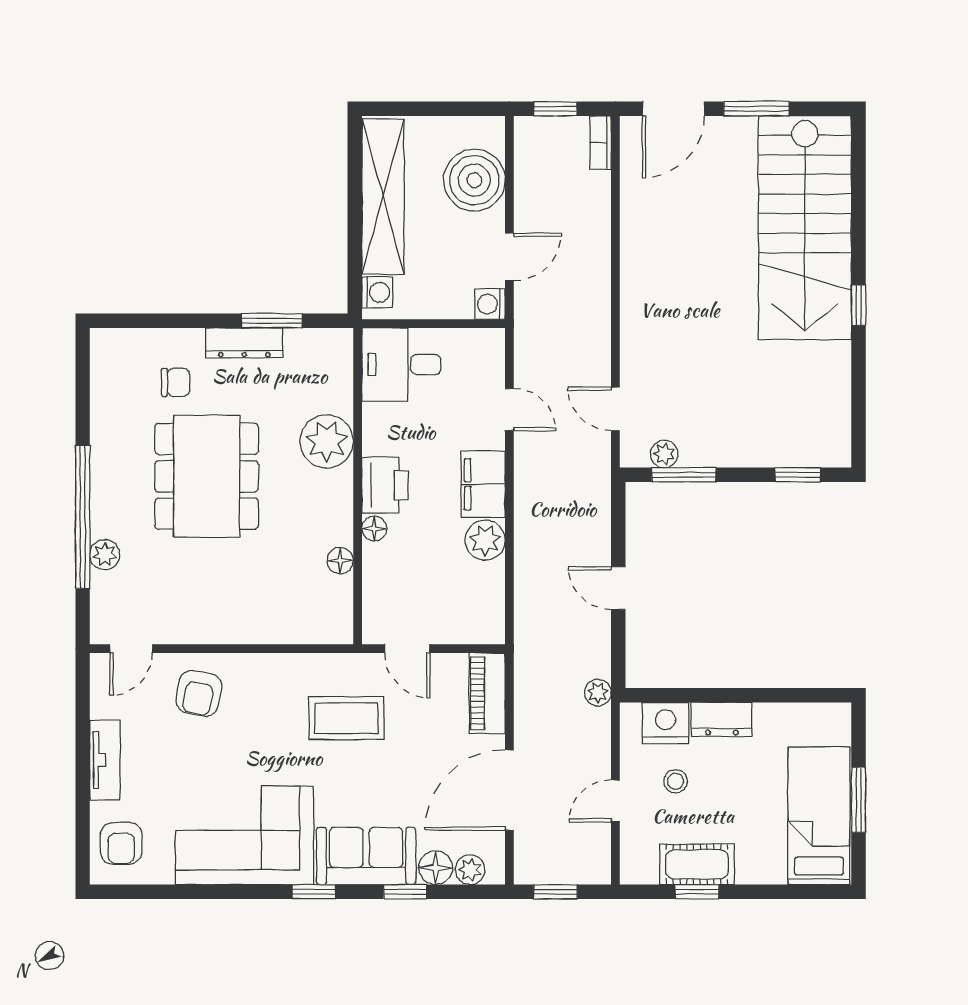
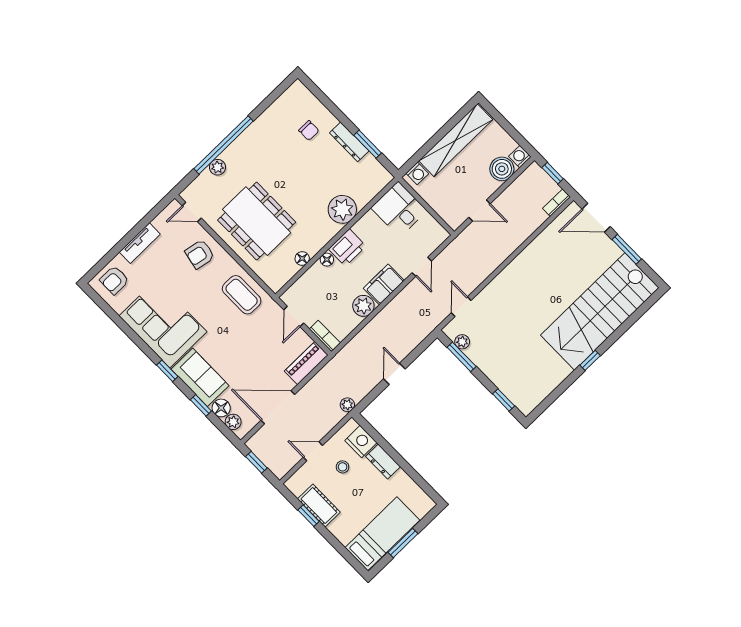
boiler: (474, 180) -> (502, 169), width x0.73, depth x0.73
washing machine: (490, 304) -> (520, 157), moved
dining table: (207, 476) -> (257, 221), moved, turned 90
bookcase: (475, 632) -> (325, 336), added
coffee table: (346, 718) -> (242, 295), moved

